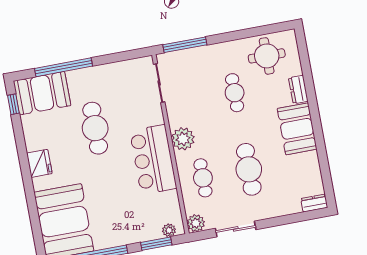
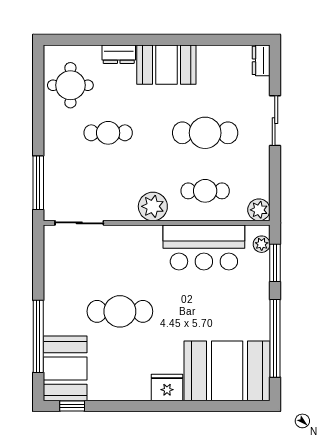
bar counter: (153, 160) -> (204, 247), moved
fridge: (39, 163) -> (167, 388), moved
sliding door: (236, 229) -> (275, 121), moved

